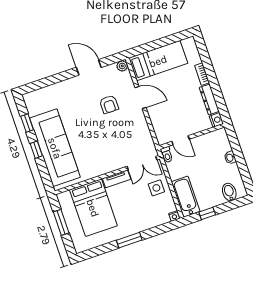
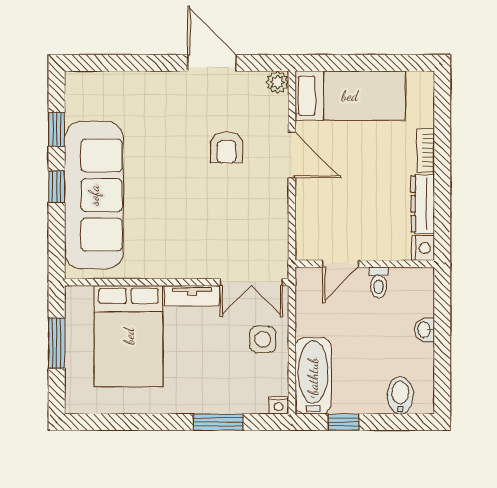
door: (181, 140) -> (341, 264), hinge flipped
toilet: (167, 155) -> (379, 282), moved
window: (129, 240) -> (218, 422), moved

